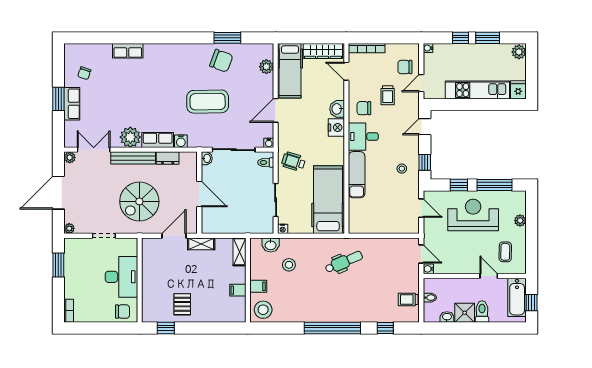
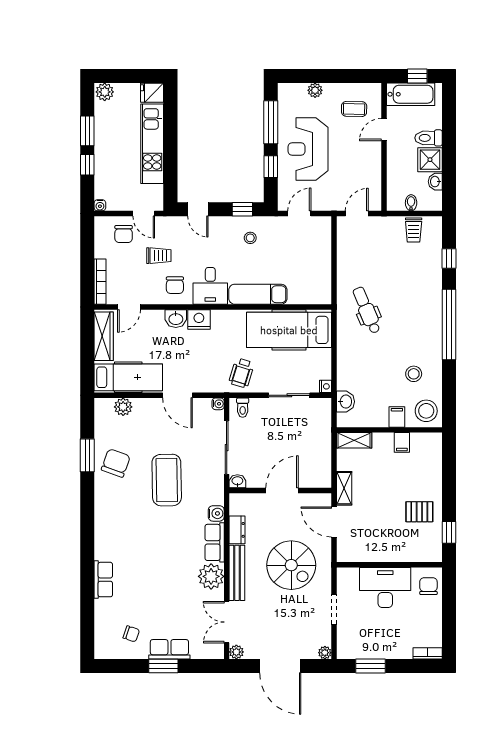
stool: (289, 265) -> (414, 374), moved
water cooler: (428, 269) -> (375, 205), removed

